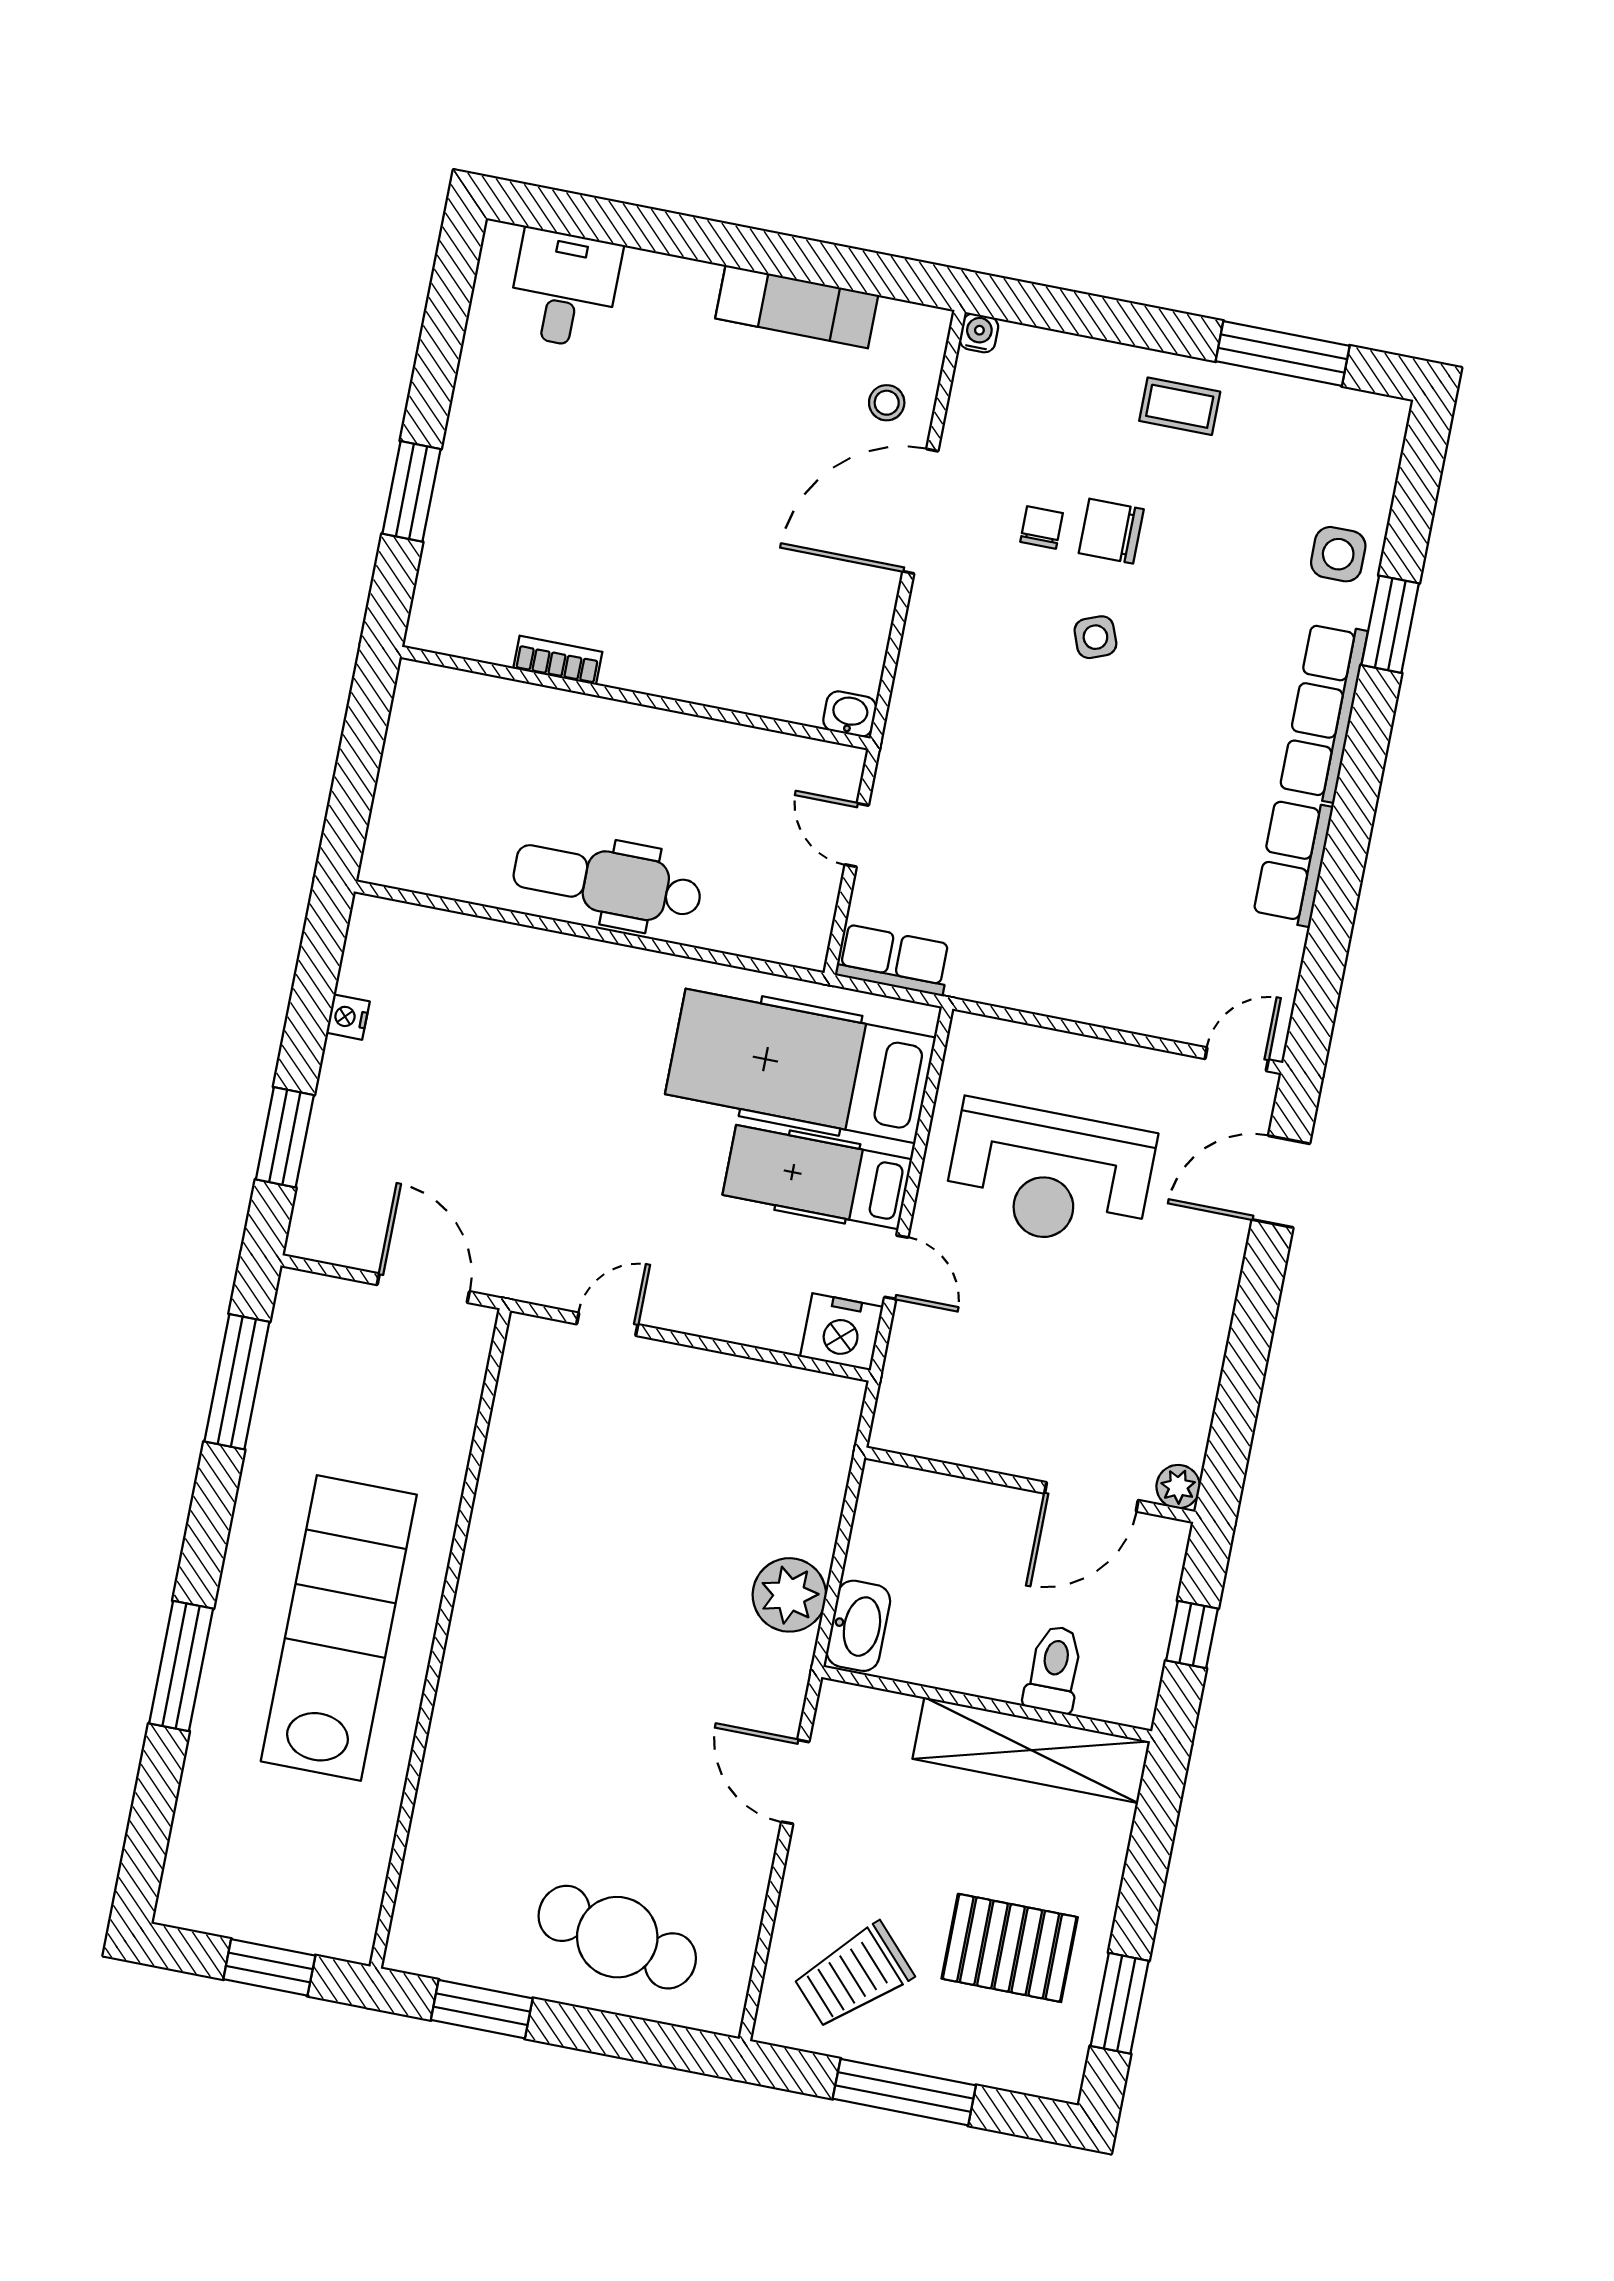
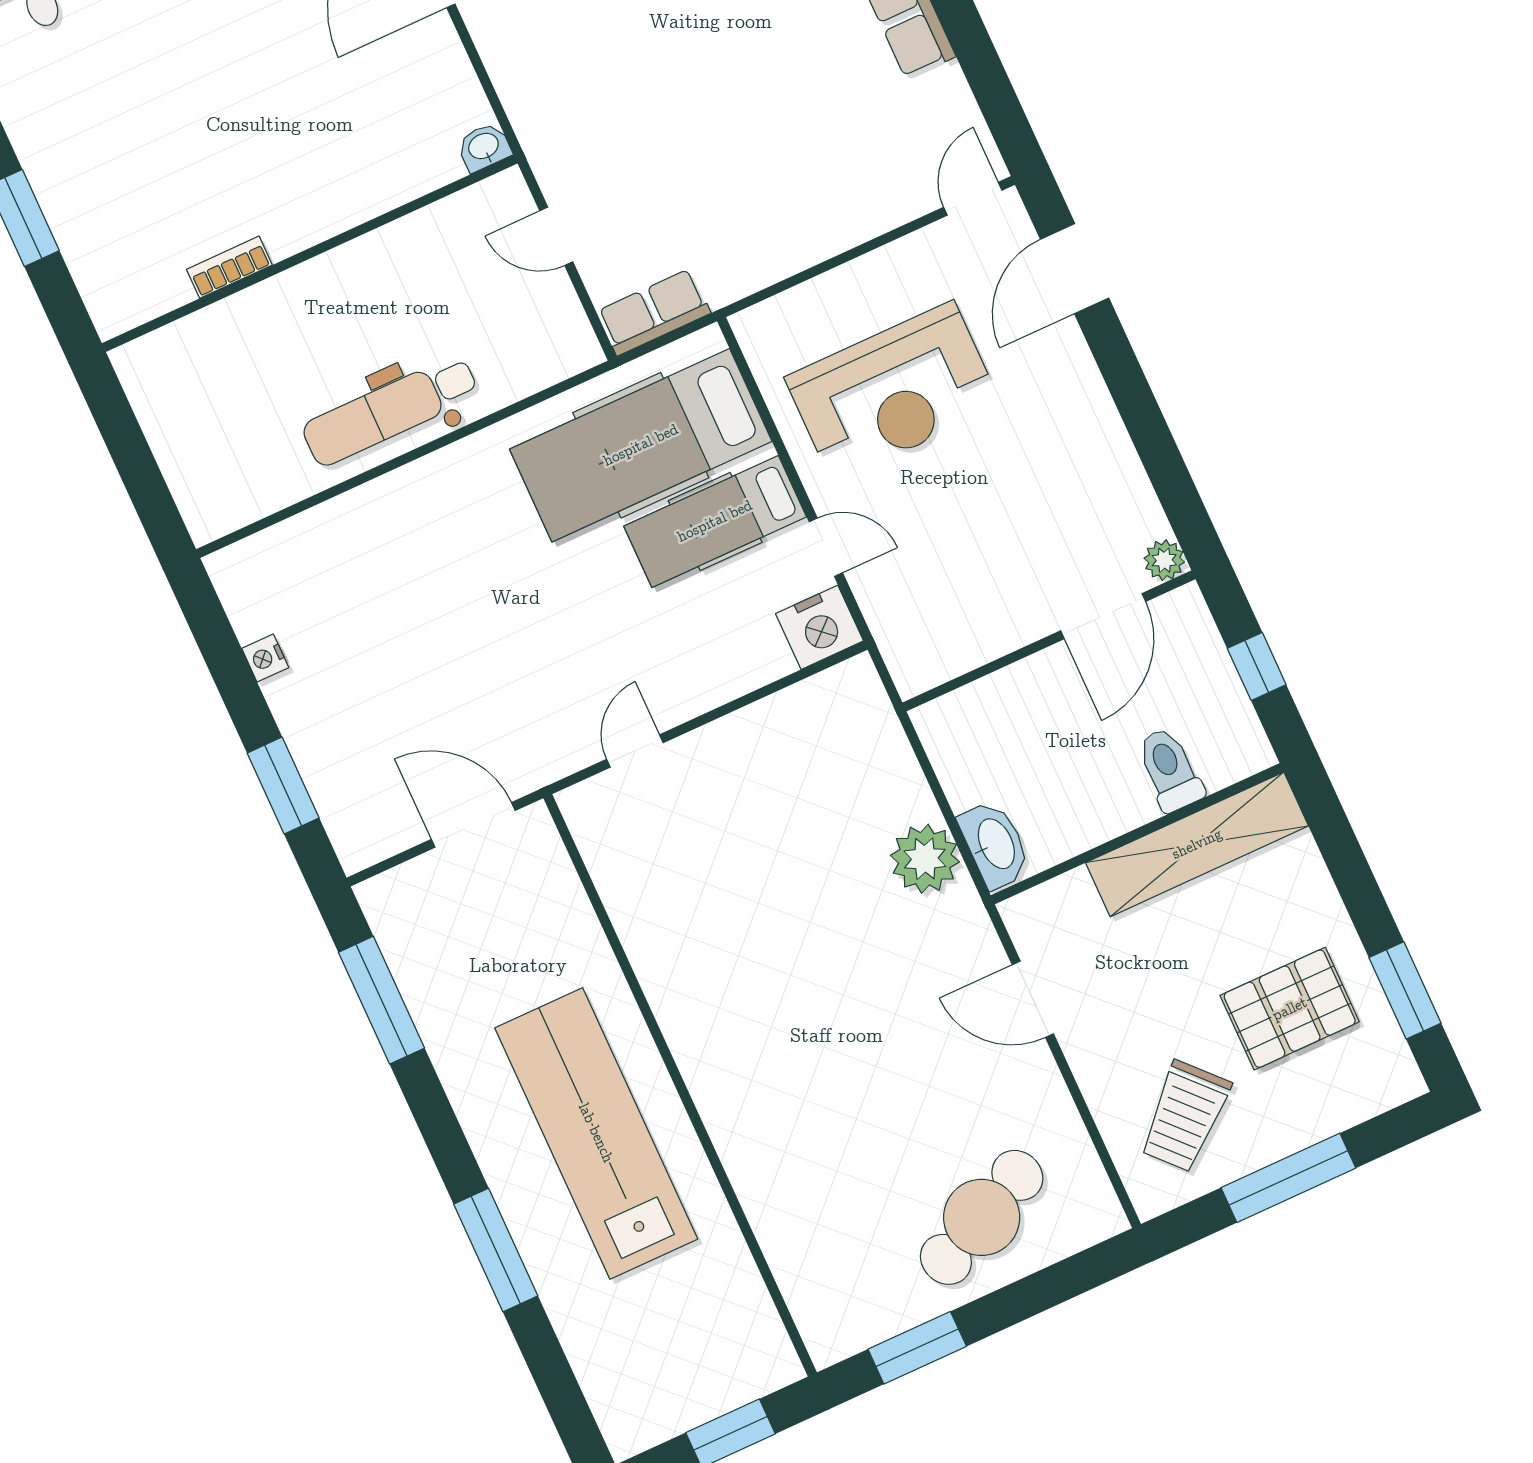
cafe table: (617, 1937) -> (982, 1217), turned -38

